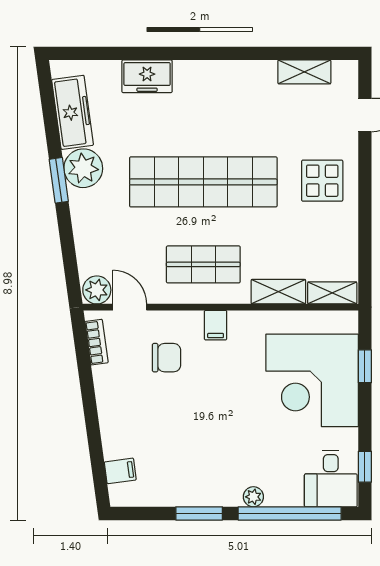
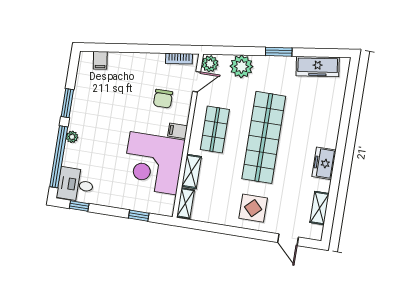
freezer: (147, 76) -> (324, 163), moved
plant: (83, 168) -> (241, 66), moved
corner desk: (312, 380) -> (153, 163), moved, turned -90

